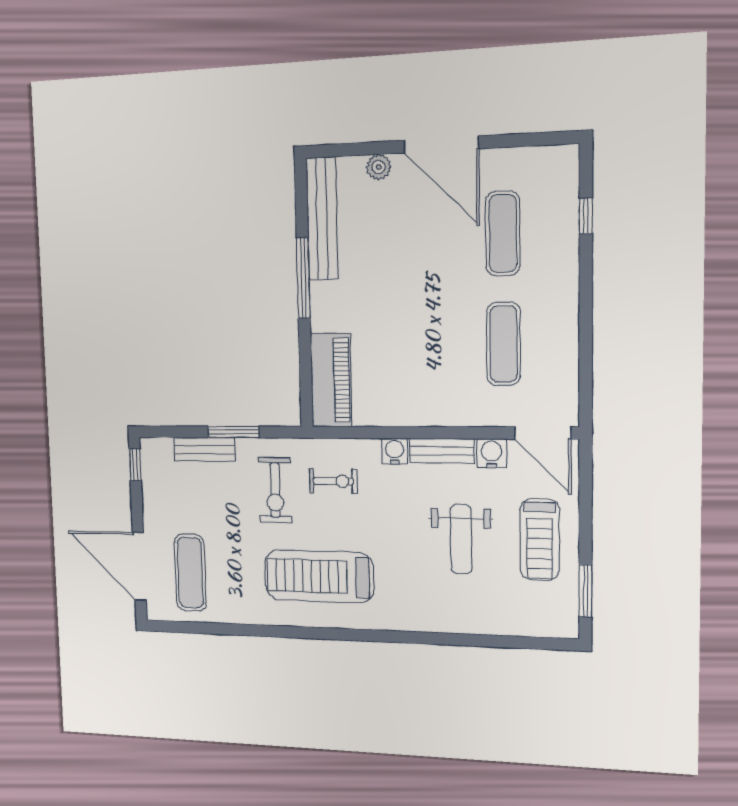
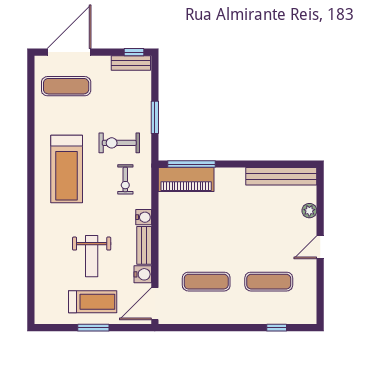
door: (441, 145) -> (320, 247), width x0.53
window: (303, 278) -> (192, 164), moved
bench: (205, 449) -> (131, 63), moved, turned 90
weight bench: (461, 539) -> (92, 256), turned -90
treadmill: (540, 540) -> (93, 302), turned 180
treadmill: (319, 576) -> (67, 169), turned 180
window: (585, 591) -> (93, 328), moved

